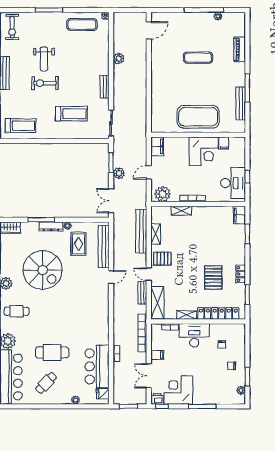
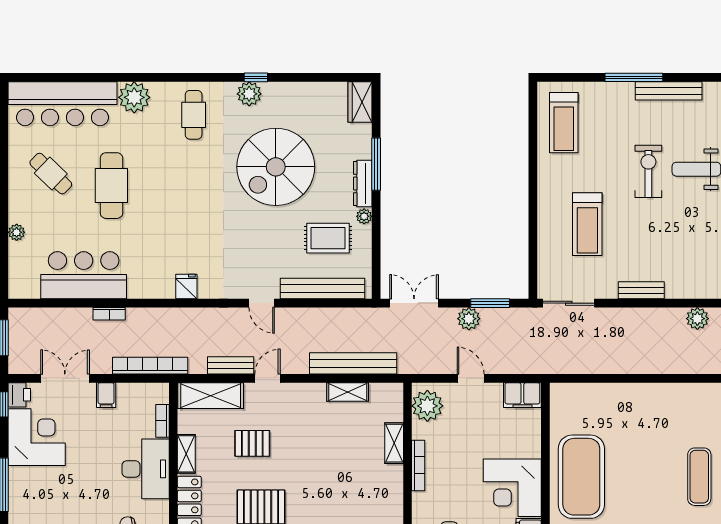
pallet: (162, 259) -> (252, 443), moved, turned 90
fridge: (103, 394) -> (186, 286), moved

